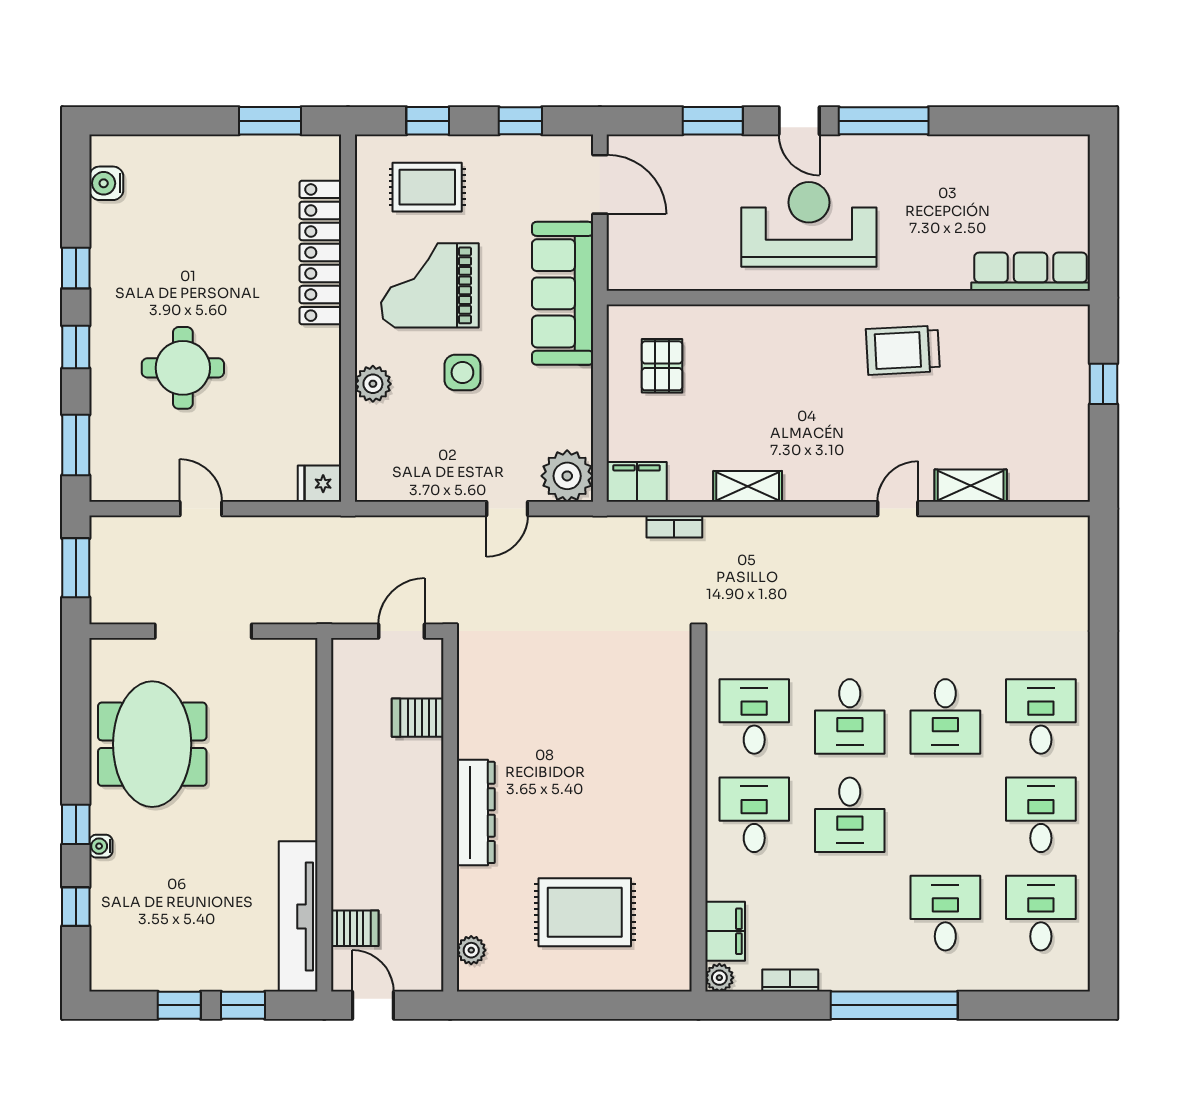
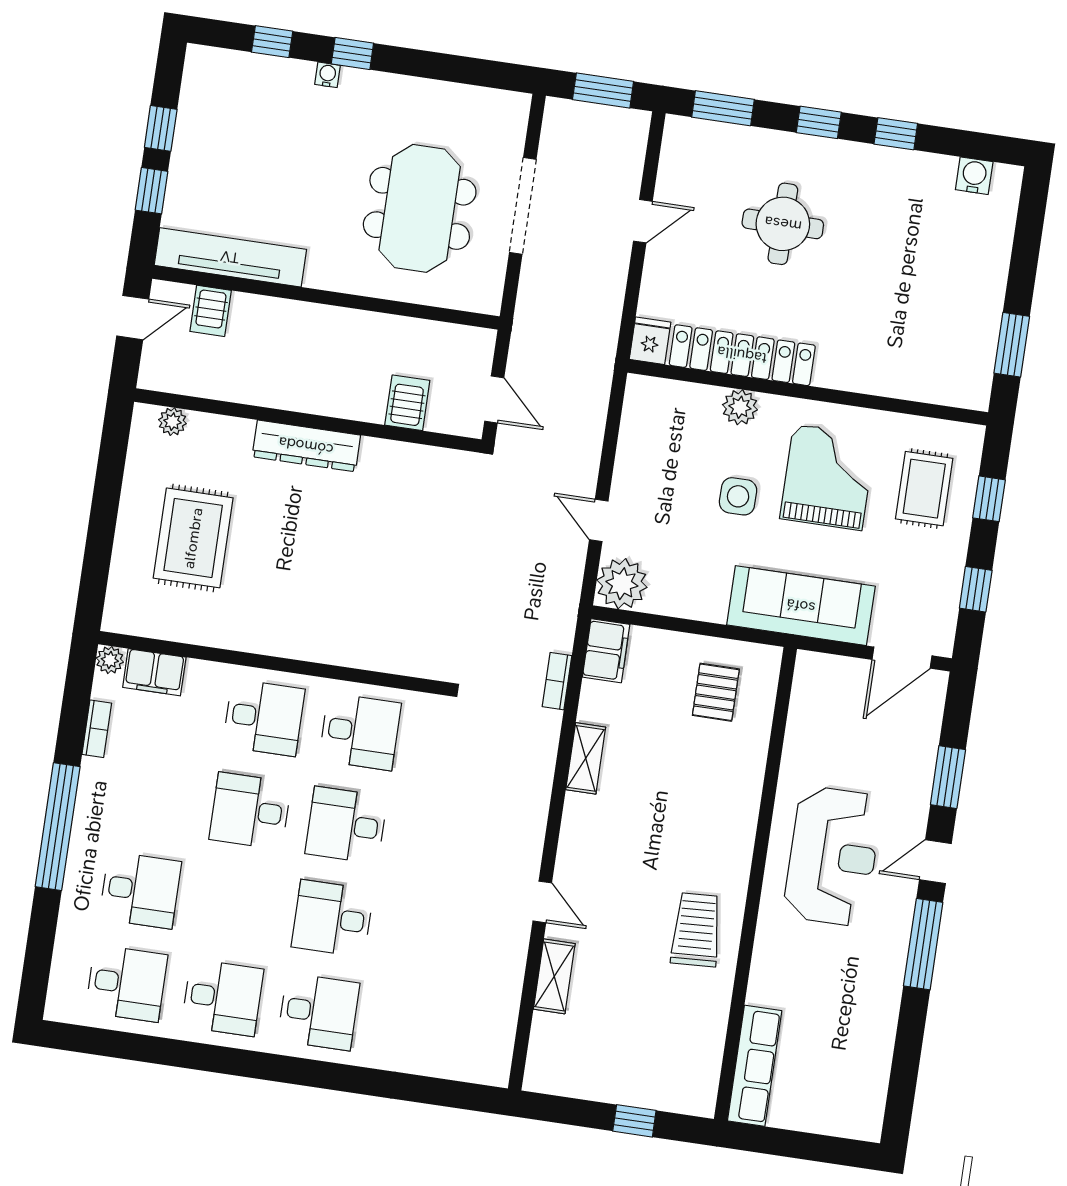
locker: (320, 253) -> (742, 355), moved
pallet: (662, 366) -> (716, 692), turned 90
meeting table: (152, 744) -> (420, 208), moved, turned 90

